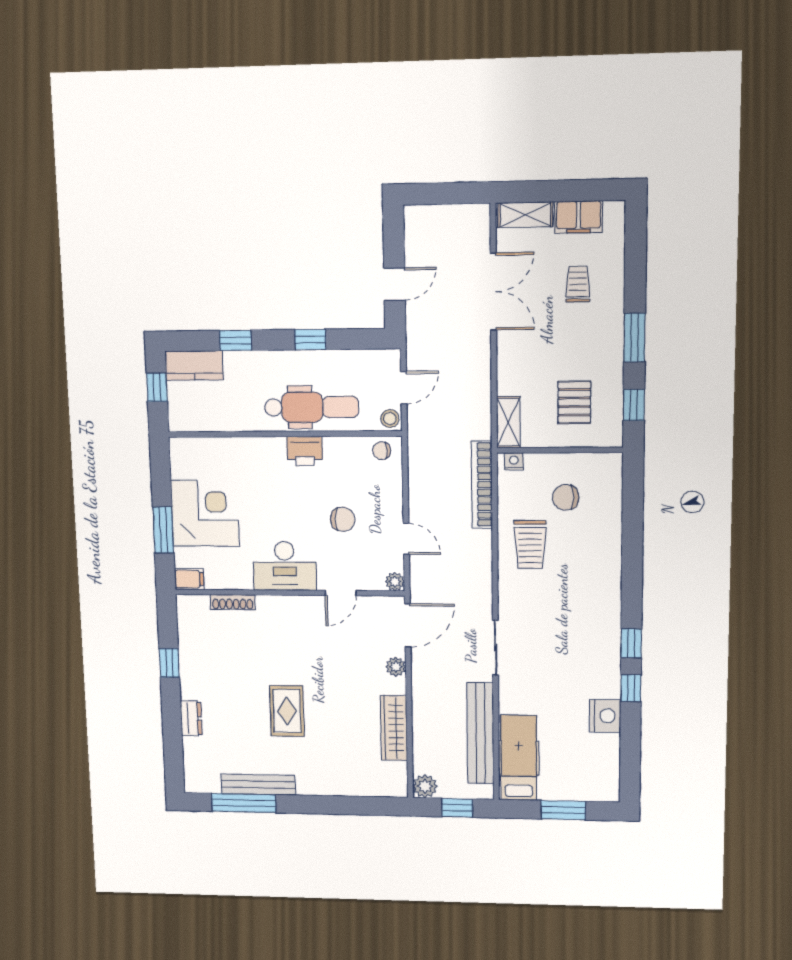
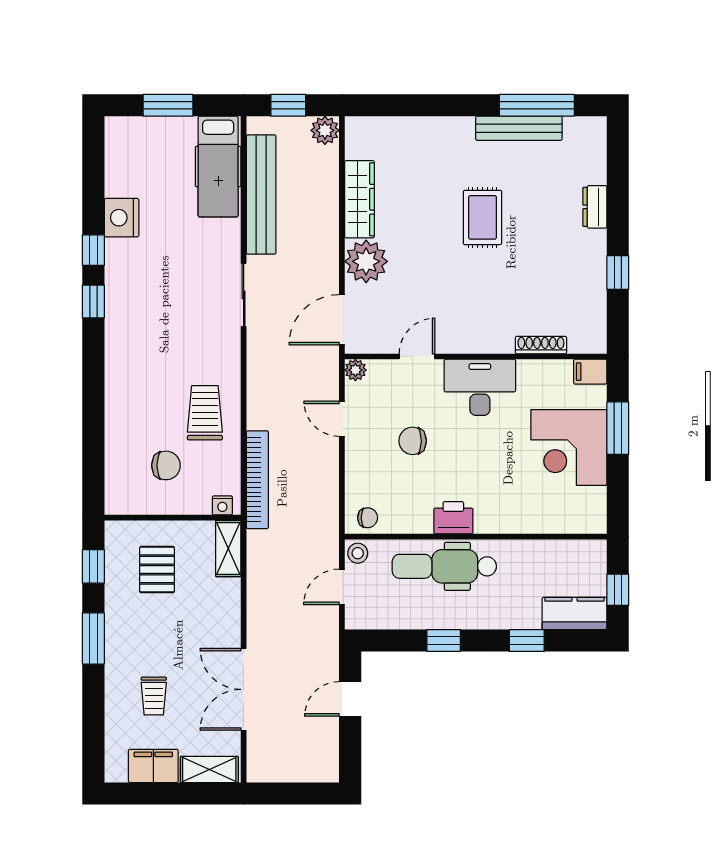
plant: (396, 667) -> (366, 261), width x1.87, depth x1.87

